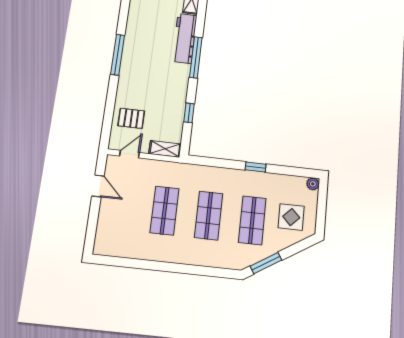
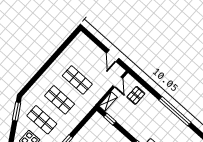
window: (118, 55) -> (175, 111), width x1.46
window: (189, 113) -> (110, 119), moved
door: (98, 186) -> (113, 56), hinge flipped

